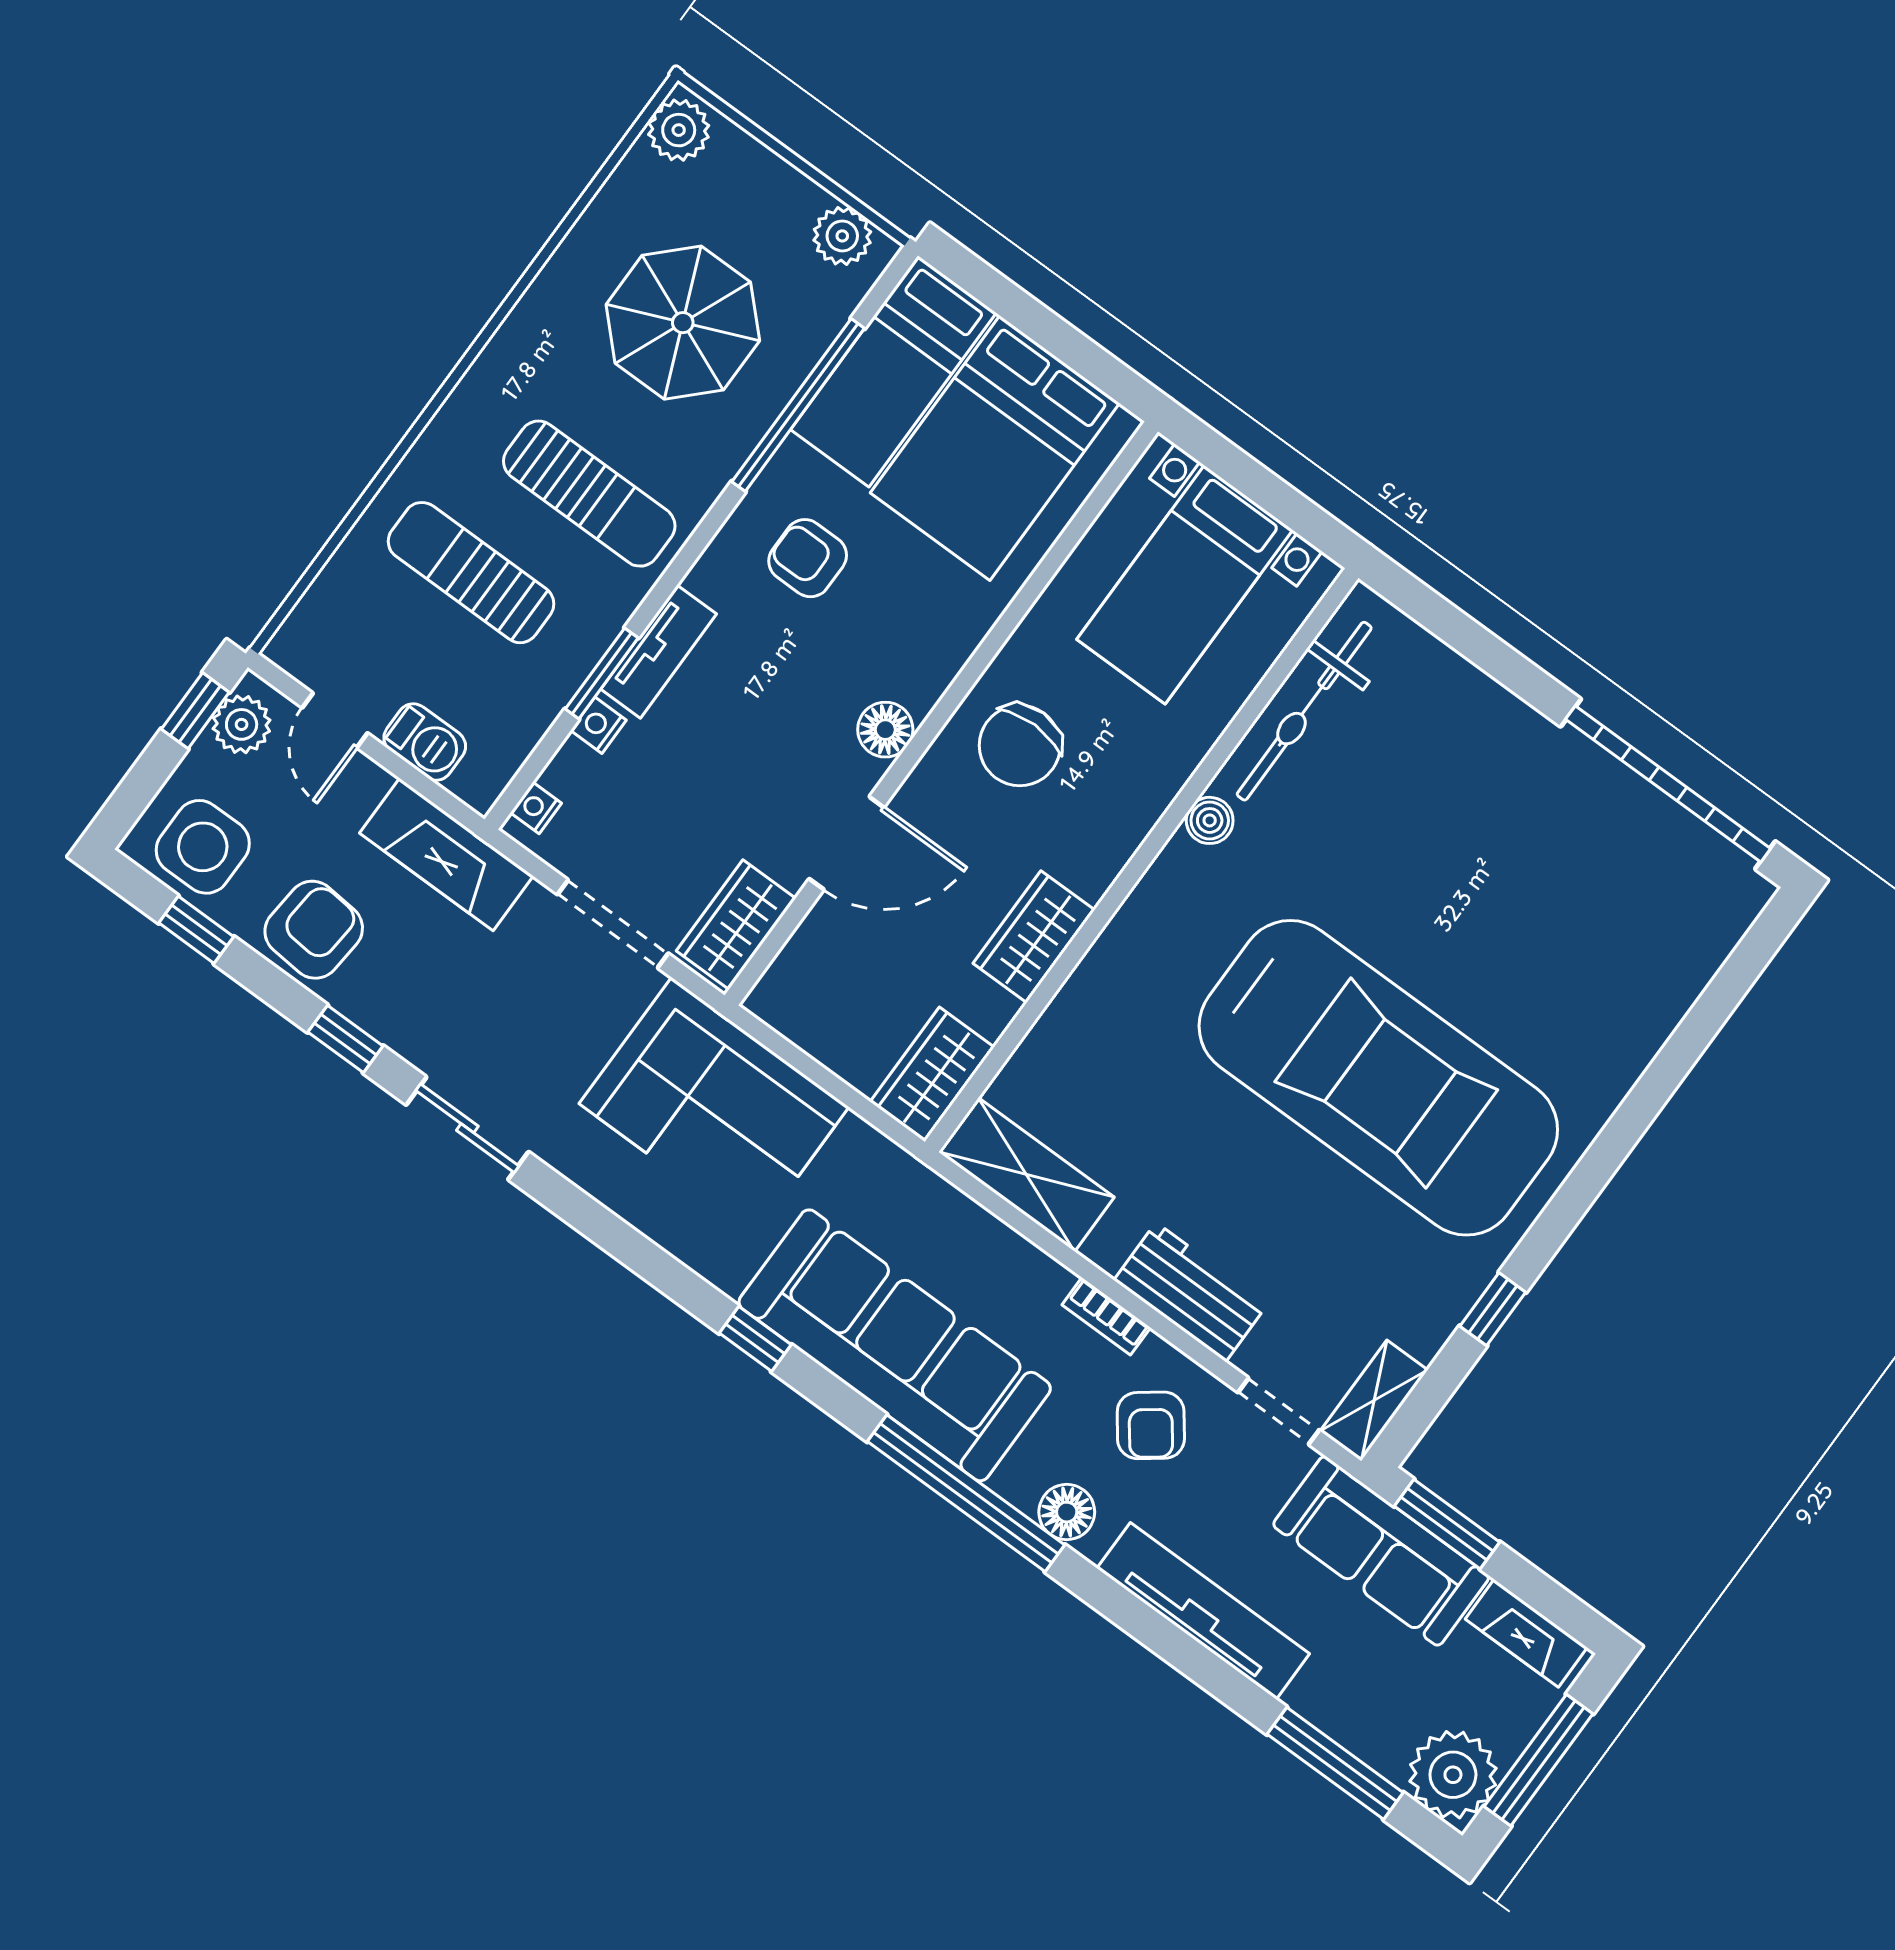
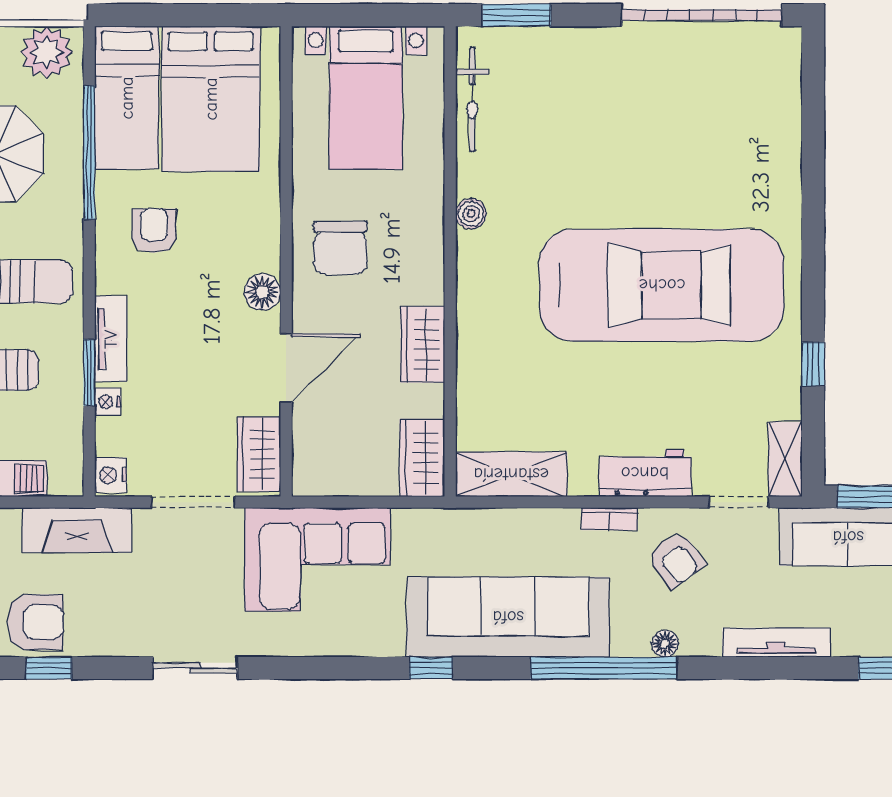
plant: (842, 236) -> (47, 52), width x1.36, depth x1.36
armchair: (808, 558) -> (154, 231), turned 90
window: (1443, 619) -> (517, 15), added
bicycle: (1304, 711) -> (472, 99), width x0.73, depth x0.71
nightstand: (536, 808) -> (111, 475), width x1.39, depth x1.35
armchair: (314, 930) -> (35, 622), turned 85
window: (345, 1039) -> (49, 668), moved
floor lamp: (1067, 1512) -> (665, 644), width x0.73, depth x0.73
tv unit: (1203, 1611) -> (776, 642), width x0.73, depth x0.78

